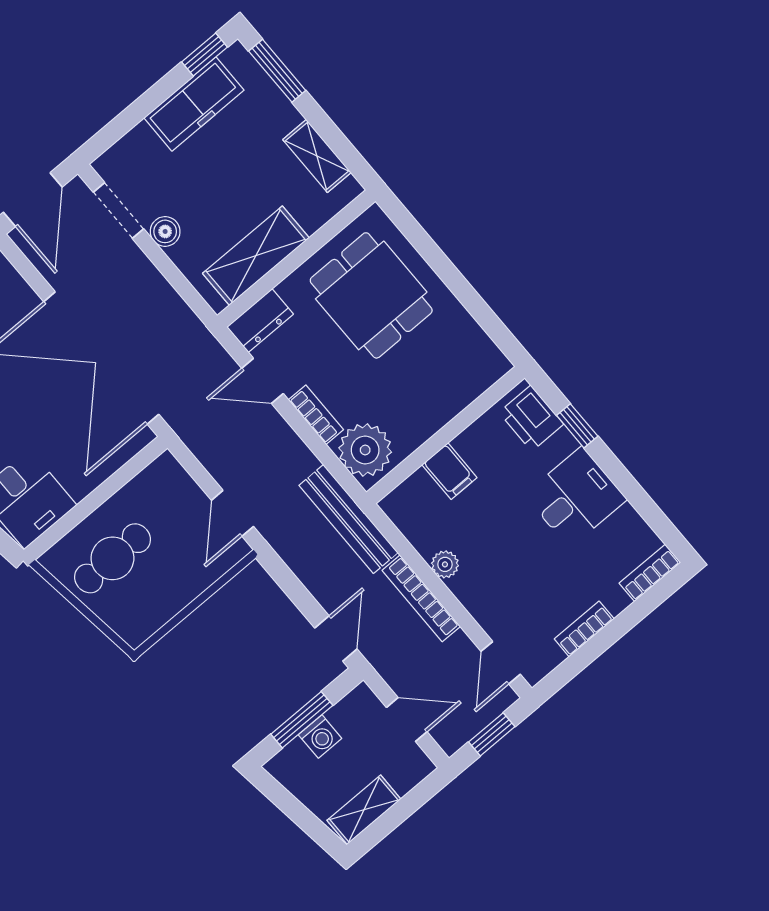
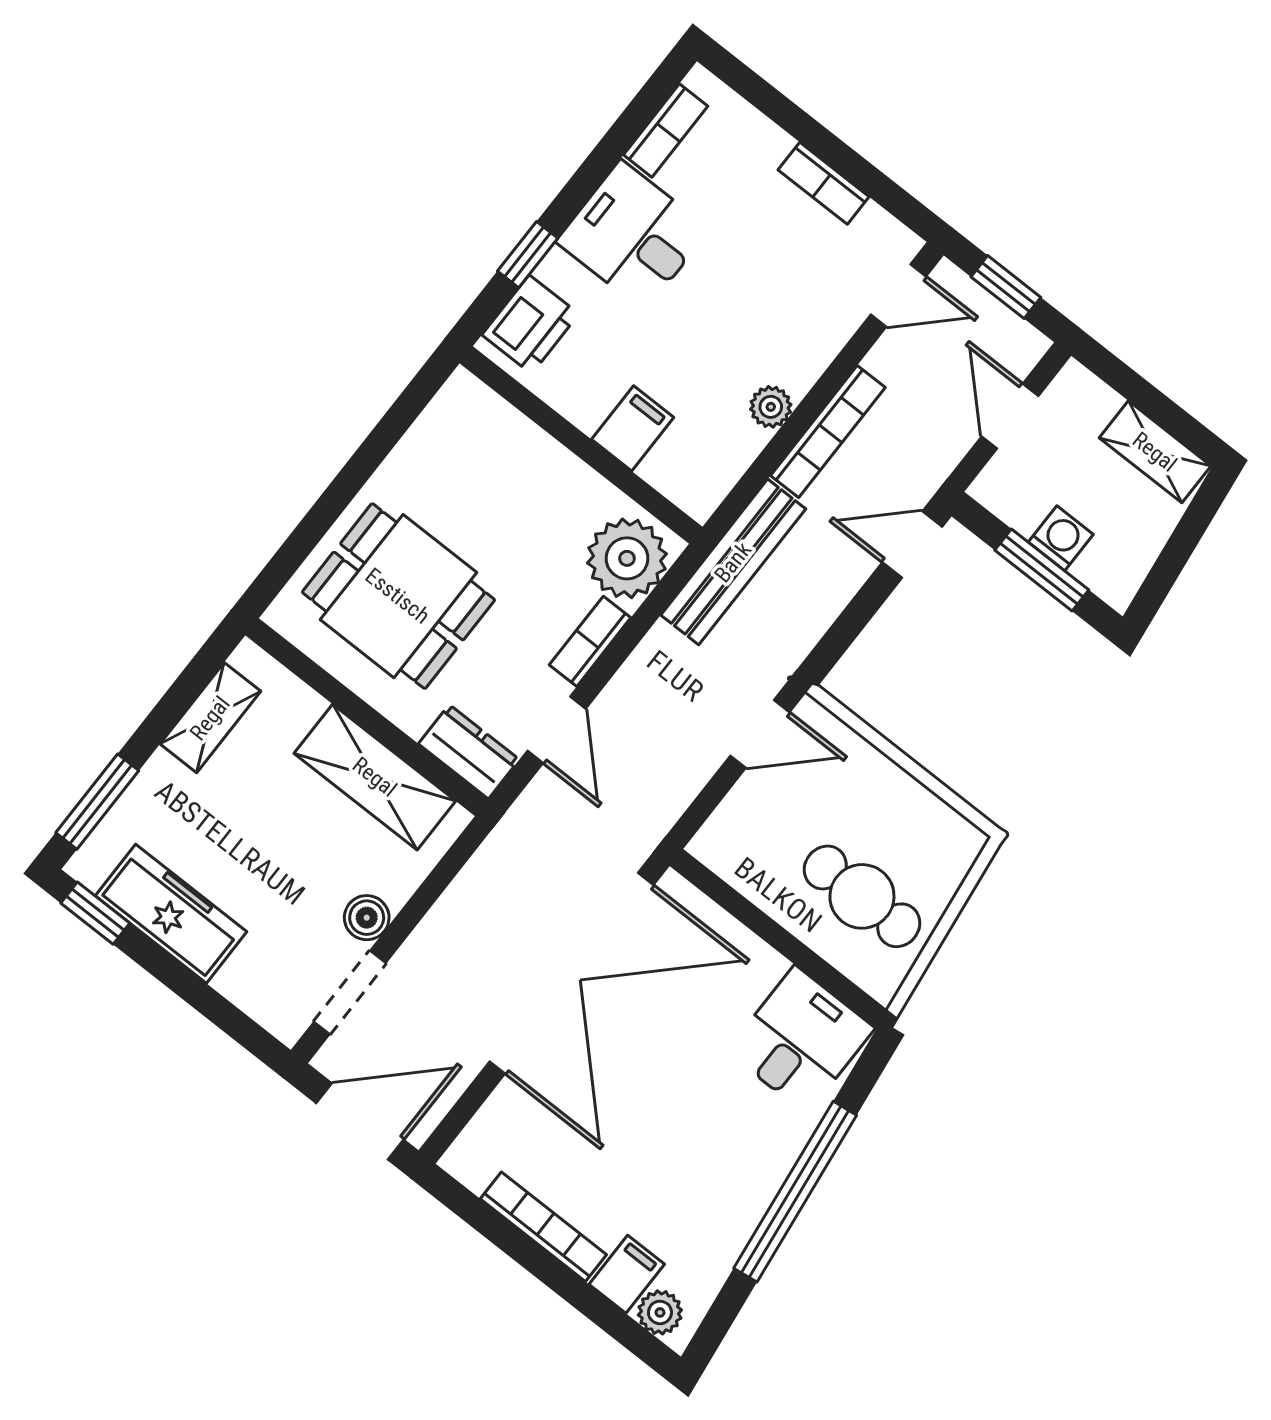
dining table: (371, 295) -> (398, 596), turned 90
bookcase: (650, 573) -> (666, 130), moved, turned -90

